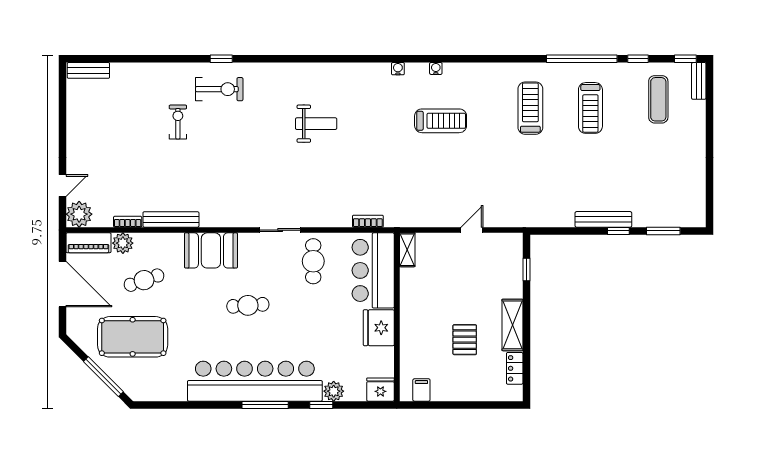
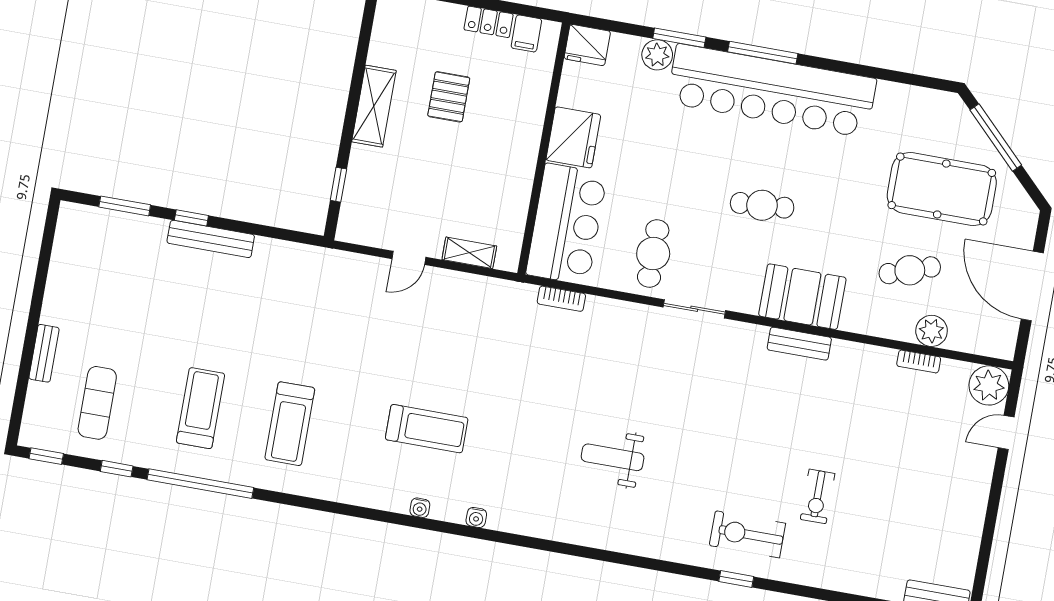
bench: (699, 81) -> (44, 353), moved
treadmill: (441, 121) -> (427, 429), turned 180
bench: (171, 219) -> (799, 344), moved, width x0.73
piano: (88, 243) -> (982, 341), removed
shelving: (407, 250) -> (469, 253), moved, turned 90
locker: (515, 368) -> (489, 22), moved, turned 90
window: (321, 405) -> (679, 38), width x1.50

